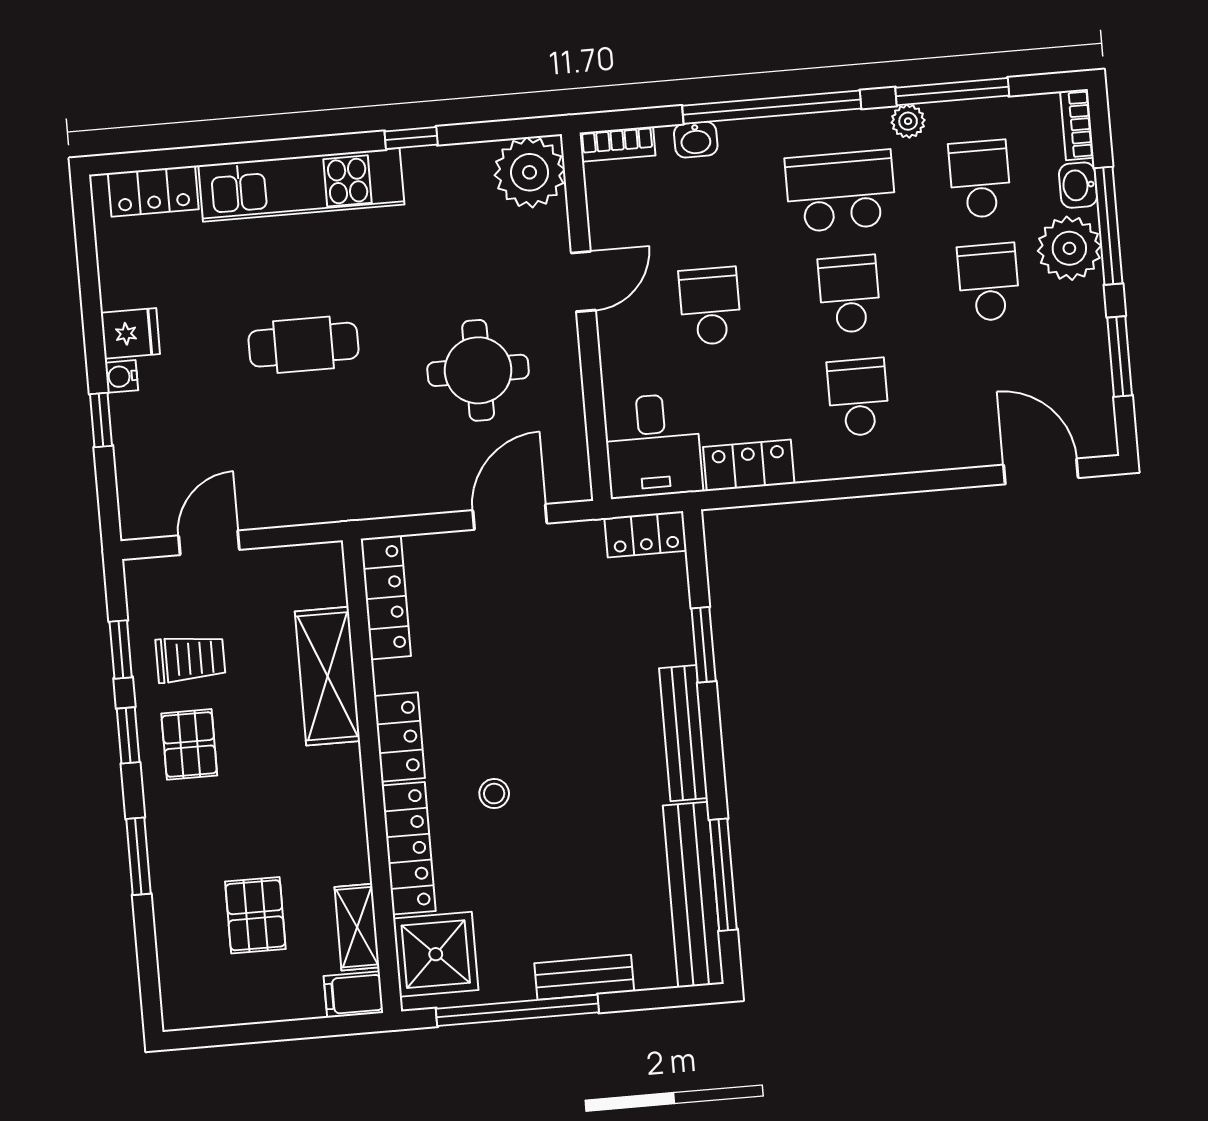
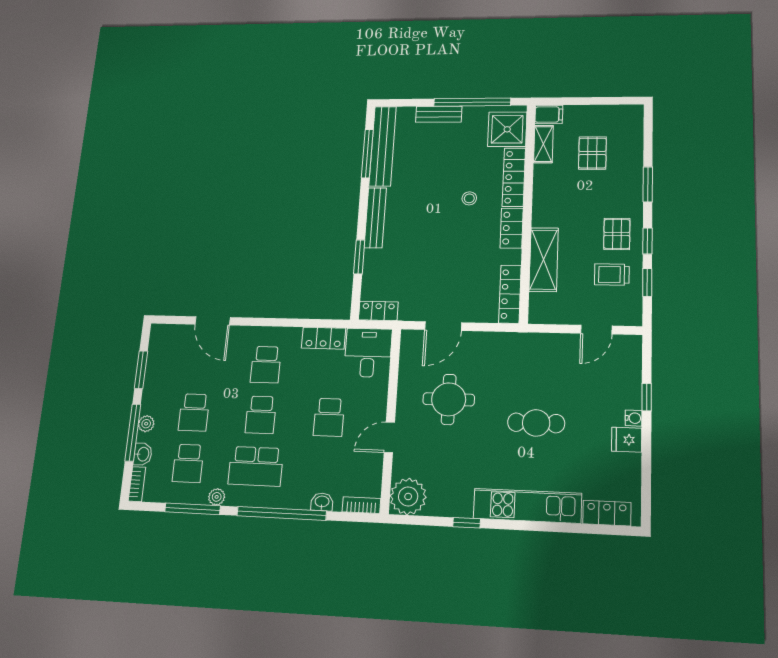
plant: (1069, 248) -> (146, 424), width x0.53, depth x0.53
door: (1041, 471) -> (213, 321), moved

